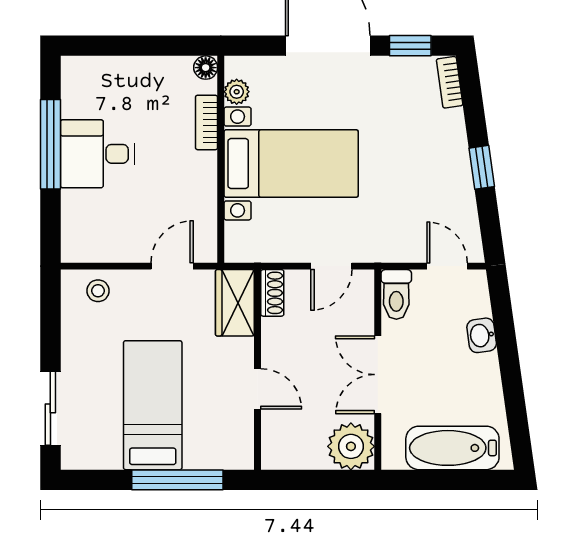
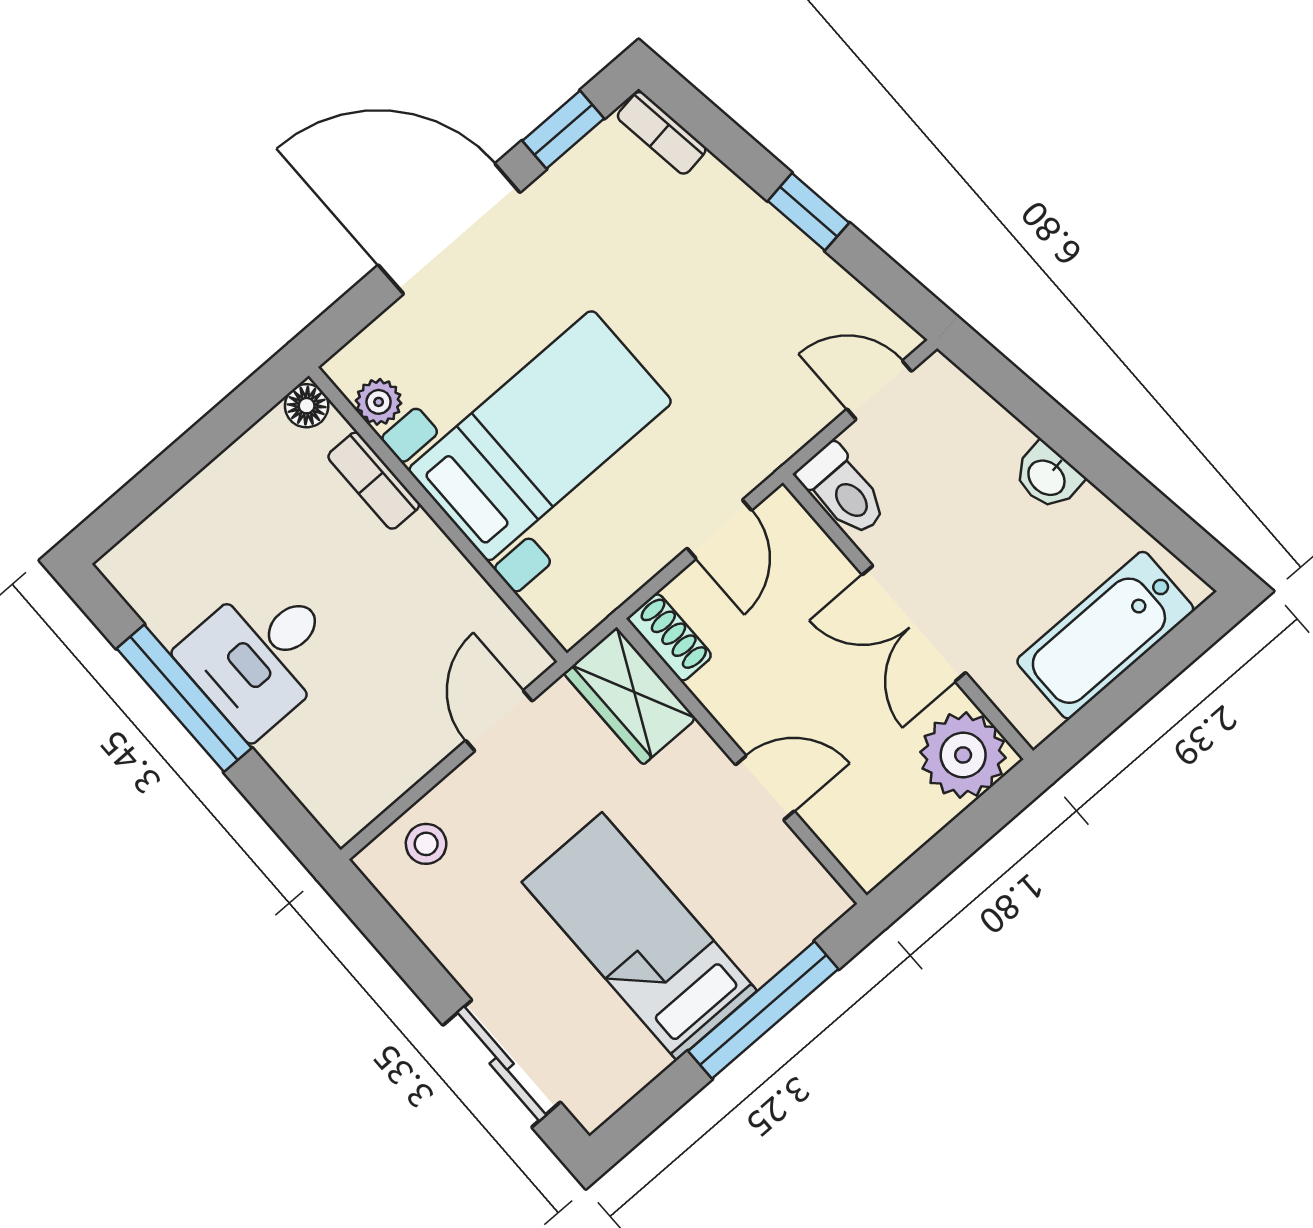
washbasin: (482, 335) -> (1047, 477), moved

